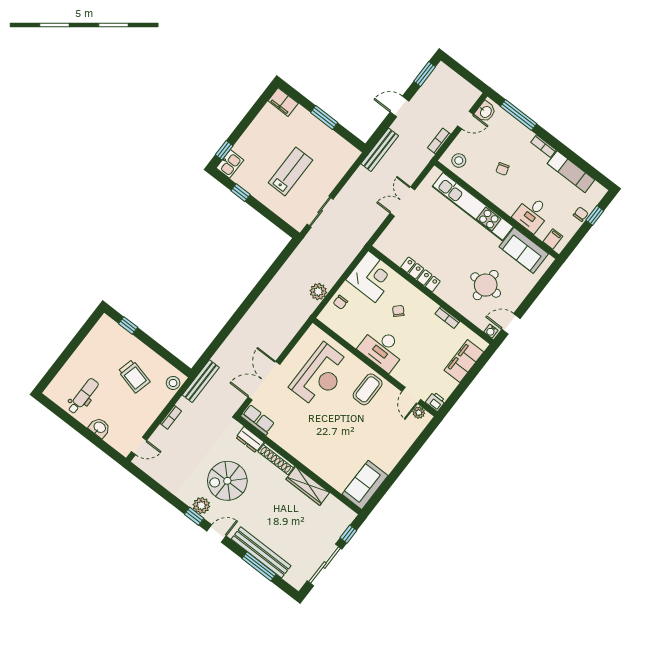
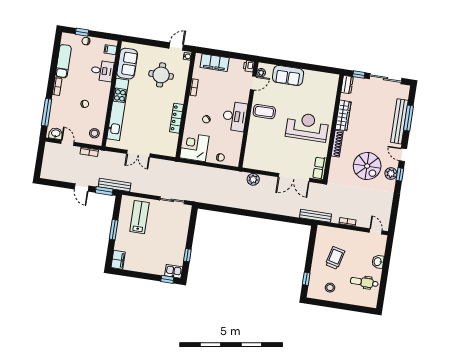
window: (425, 74) -> (104, 191), moved
lab bench: (290, 171) -> (139, 217), moved, turned 90
plant: (318, 292) -> (253, 179), moved
door: (511, 324) -> (176, 47), swing flipped
reception desk: (320, 375) -> (307, 127), moved
stool: (173, 383) -> (330, 288), moved
dresser: (250, 440) -> (347, 85), moved
sofa: (365, 485) -> (288, 76), moved

